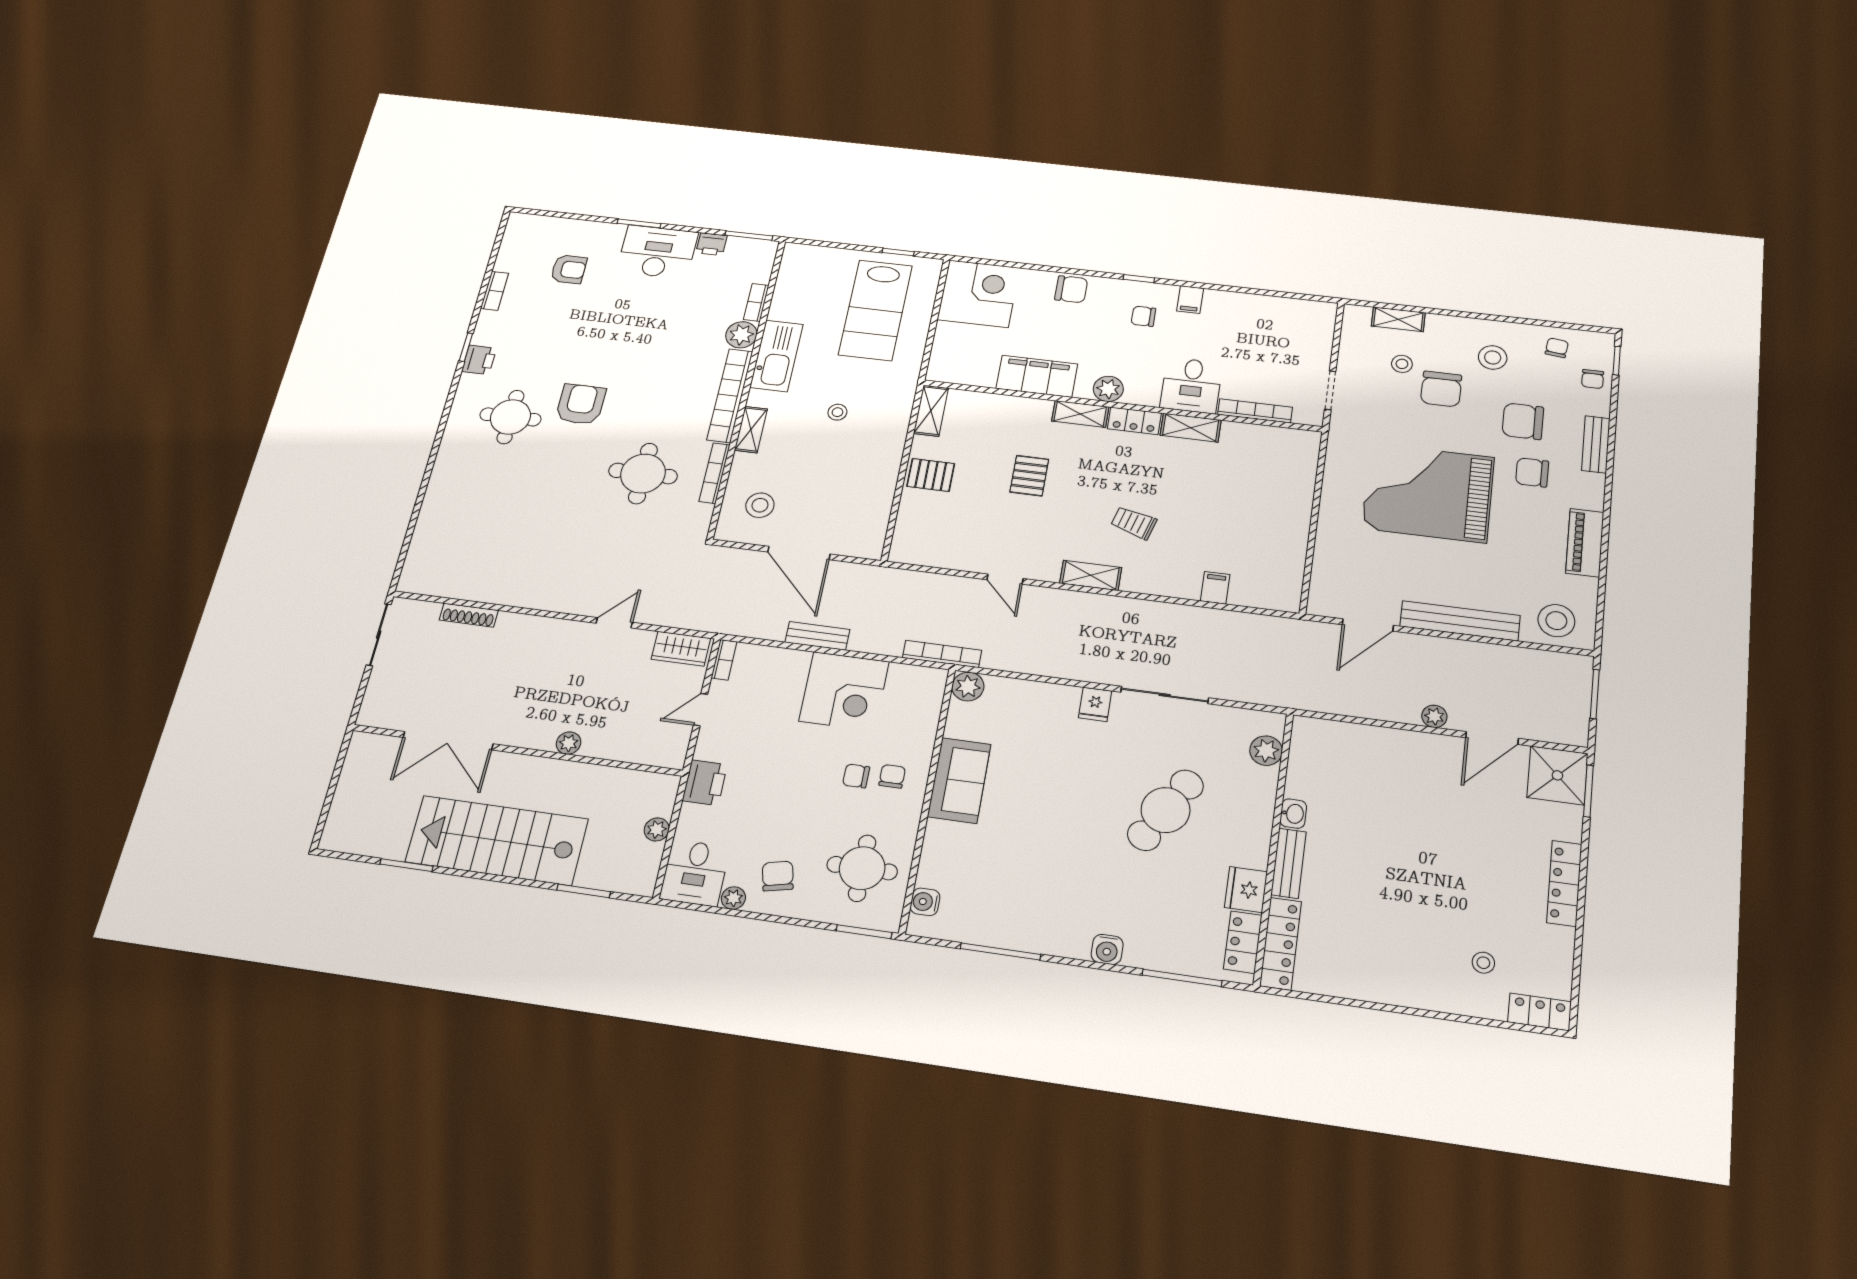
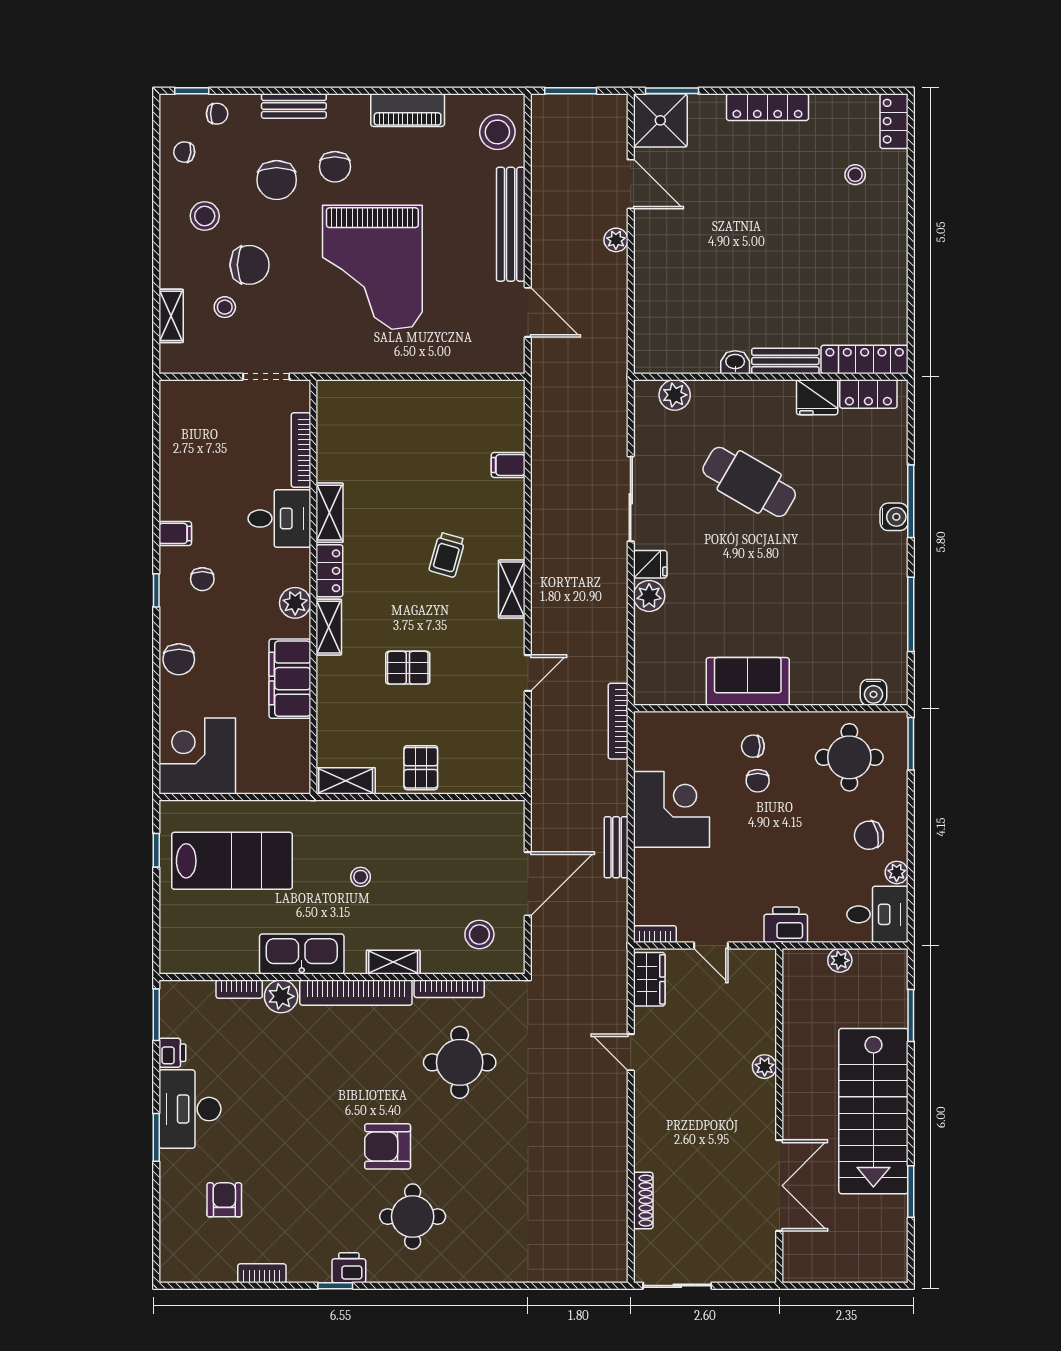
chair: (1071, 289) -> (179, 659), turned 180
plant: (968, 687) -> (649, 596), moved
window: (1182, 978) -> (911, 501), moved

